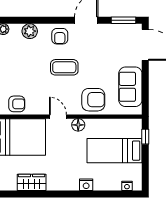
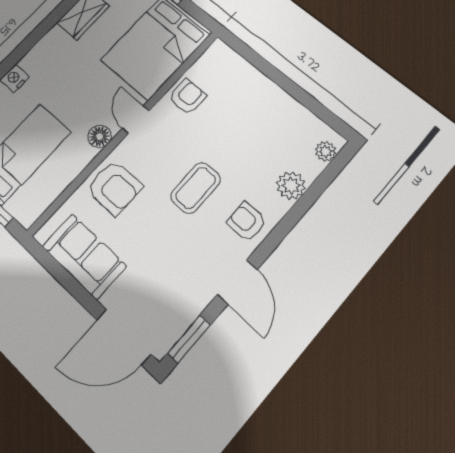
armchair: (93, 100) -> (114, 187), turned -90
armchair: (17, 104) -> (187, 97), moved, turned 180
door: (58, 117) -> (136, 120), swing flipped

